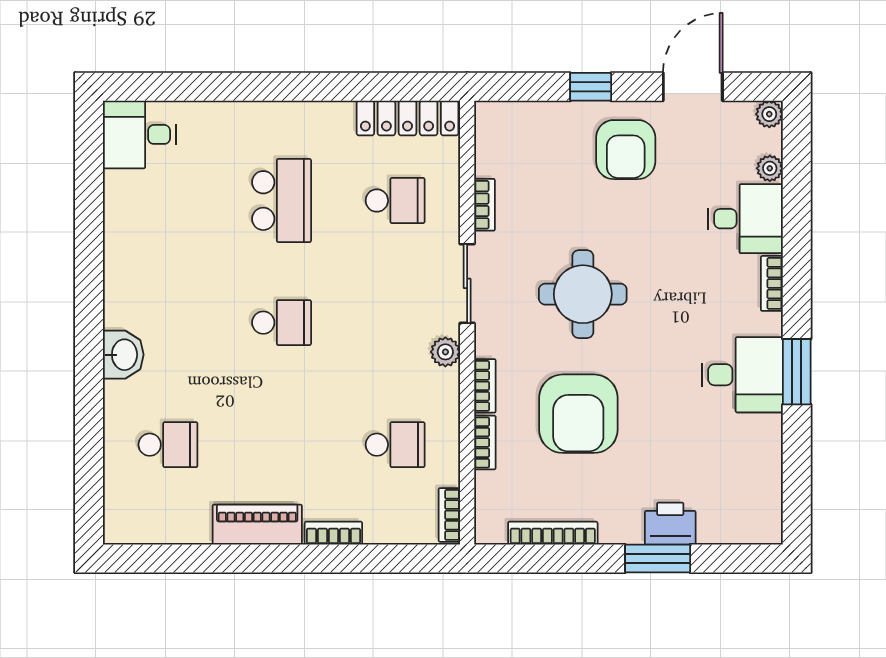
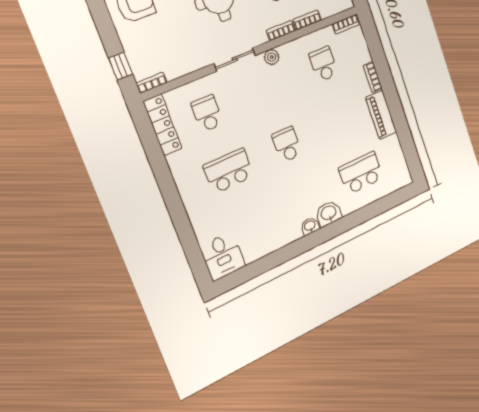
window: (591, 87) -> (121, 66), moved
bookcase: (484, 205) -> (152, 83), moved
washbasin: (117, 311) -> (310, 226), added
school desk: (168, 445) -> (361, 173), width x1.85

